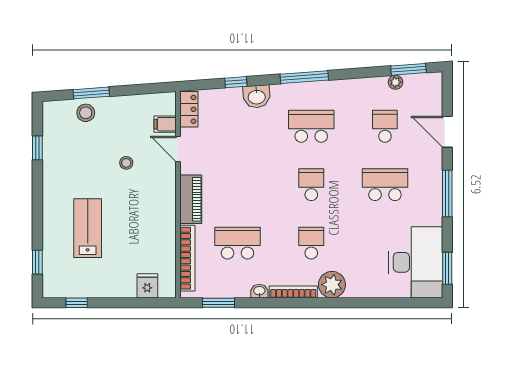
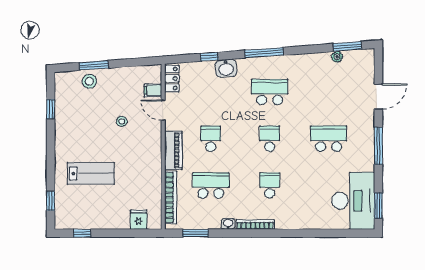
school desk: (385, 126) -> (211, 139), moved
door: (447, 132) -> (378, 96), swing flipped
lab bench: (88, 228) -> (91, 173), turned 90
plant: (332, 285) -> (286, 219), removed

